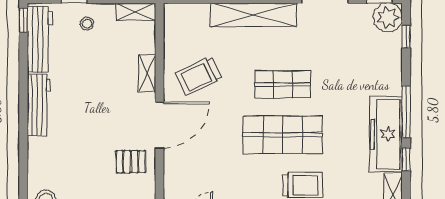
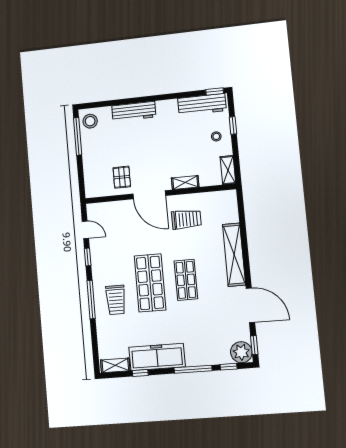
trolley: (199, 76) -> (186, 219), turned 116
workbench: (39, 105) -> (134, 111), moved
window: (406, 112) -> (193, 369), moved

